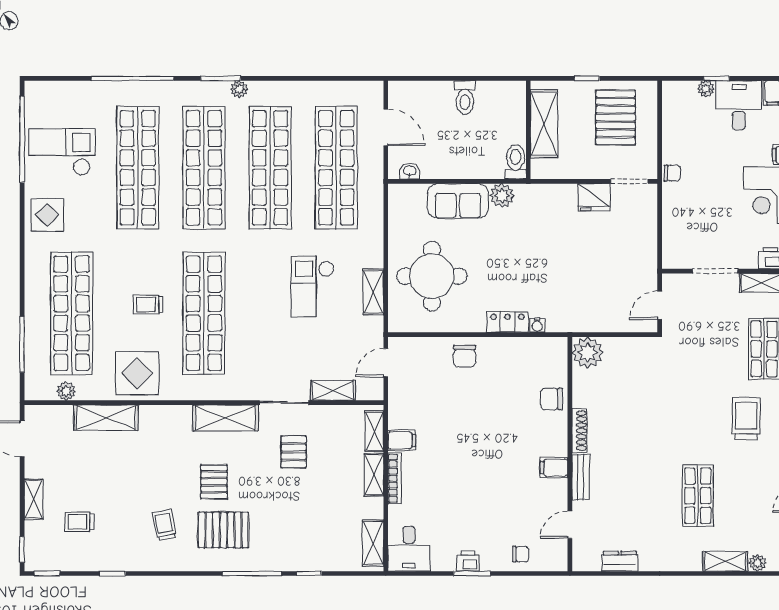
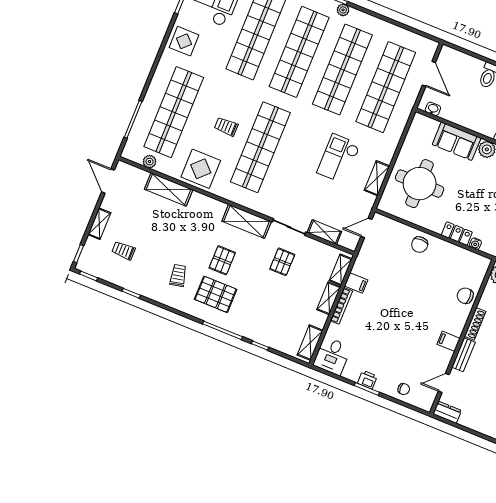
dresser: (620, 561) -> (447, 412), moved

